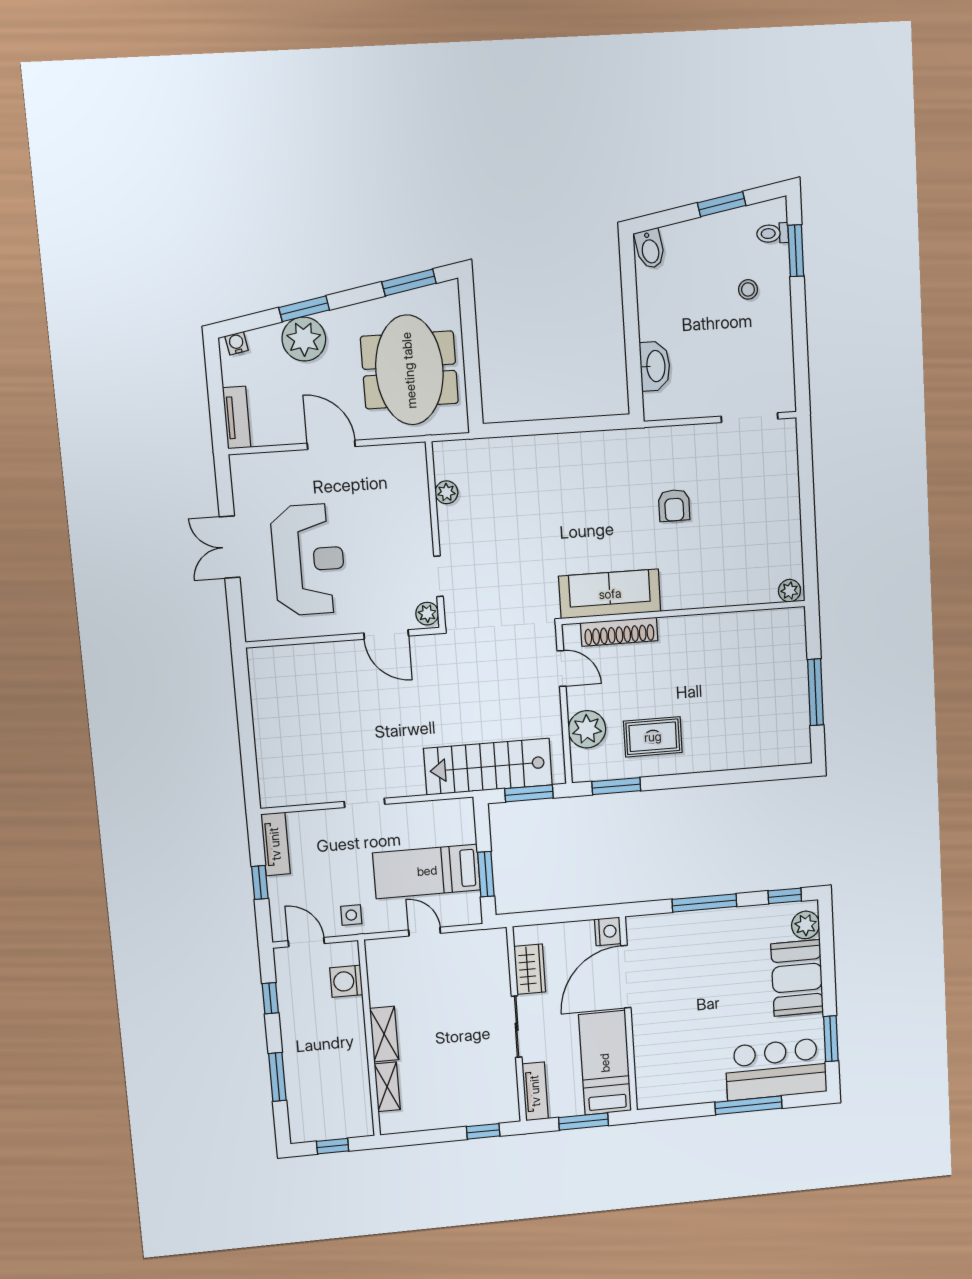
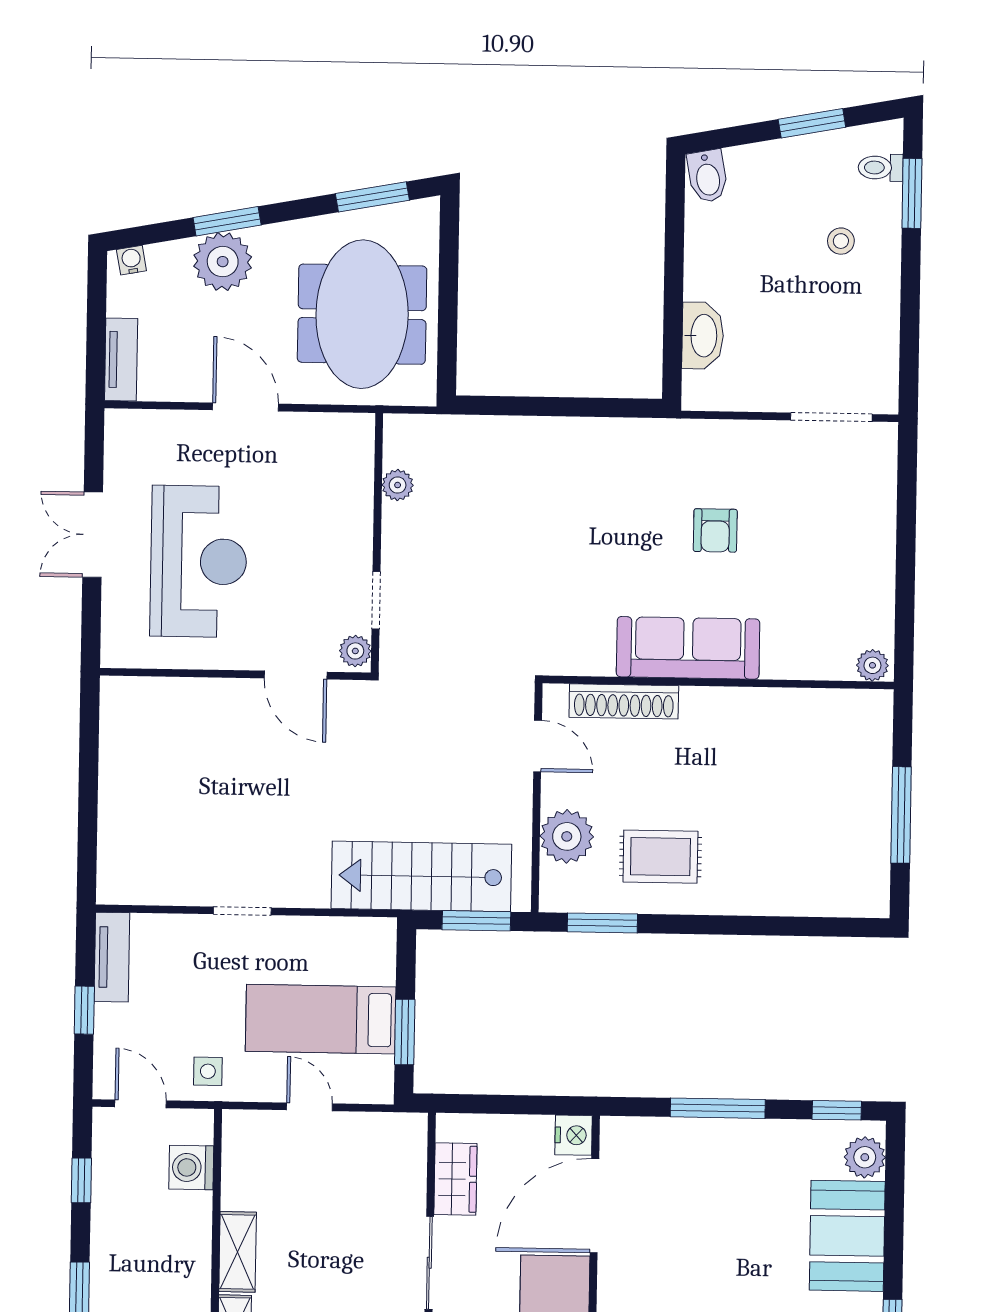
sofa: (610, 594) -> (688, 648), moved

